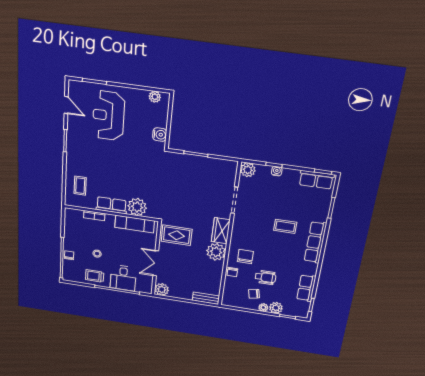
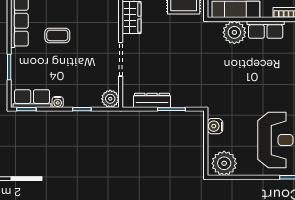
plant: (155, 97) -> (224, 163), width x1.88, depth x1.88
dresser: (212, 163) -> (152, 100), added
water cooler: (277, 171) -> (58, 102), moved

